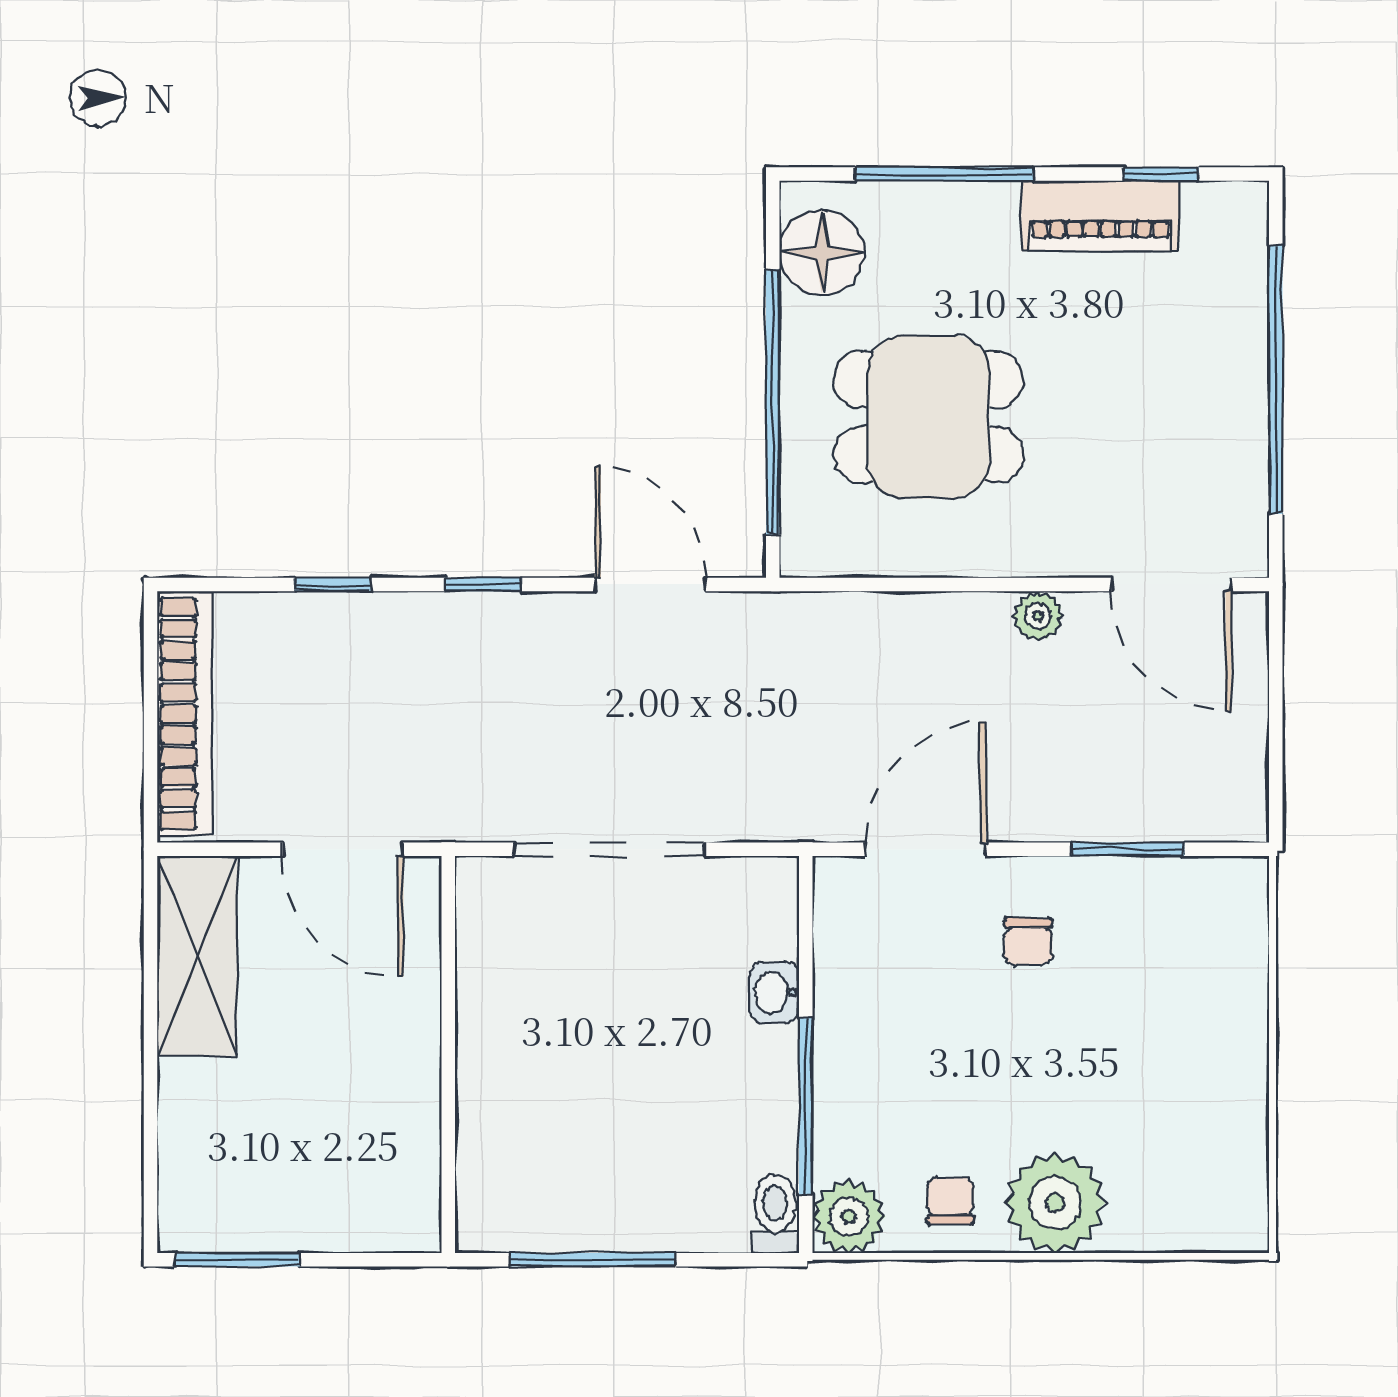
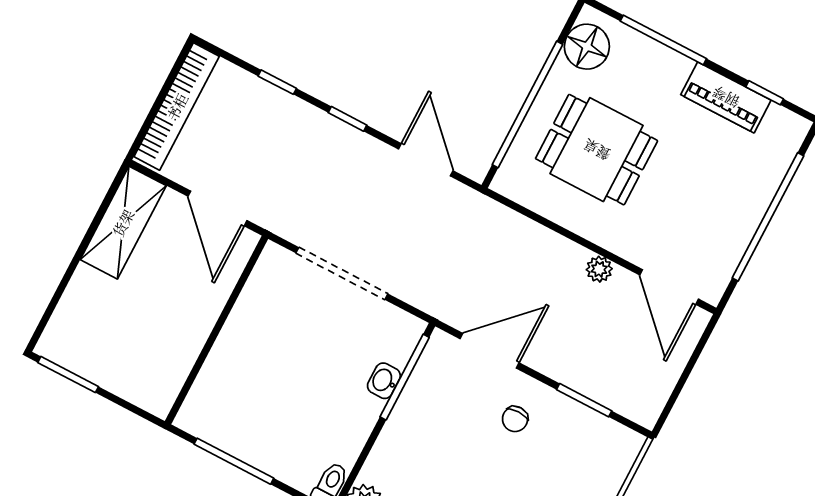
window: (806, 1106) -> (405, 377), moved

